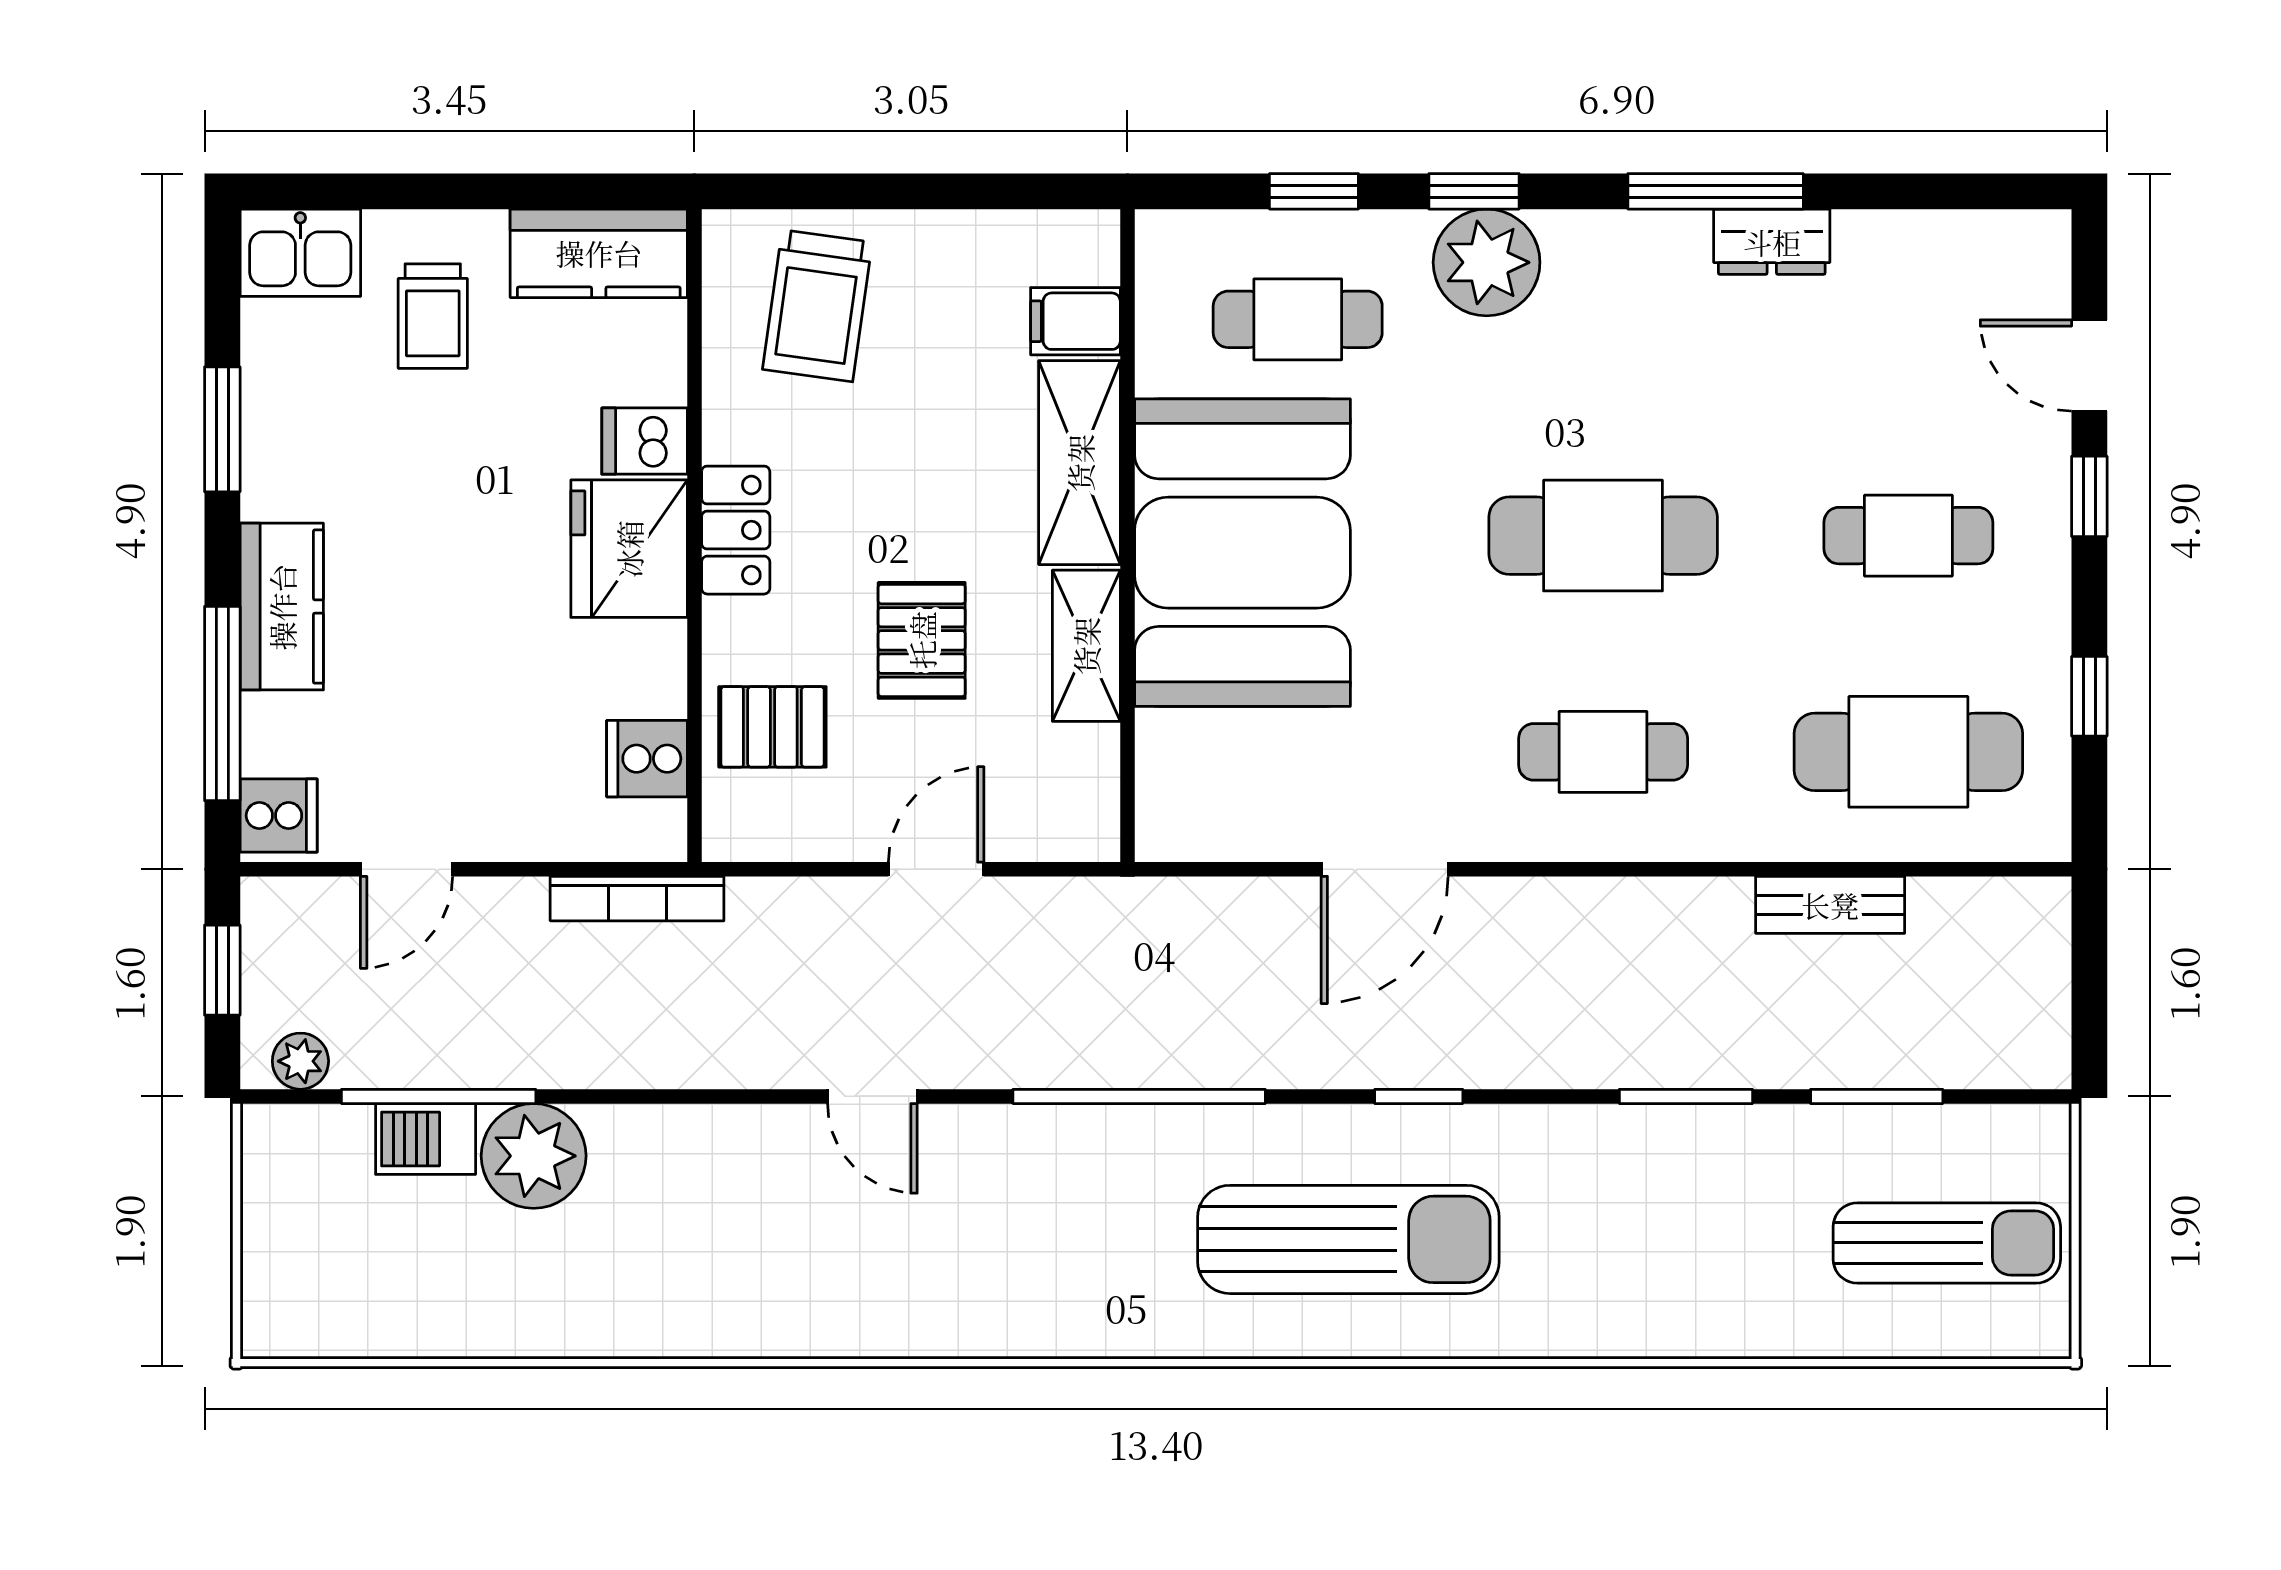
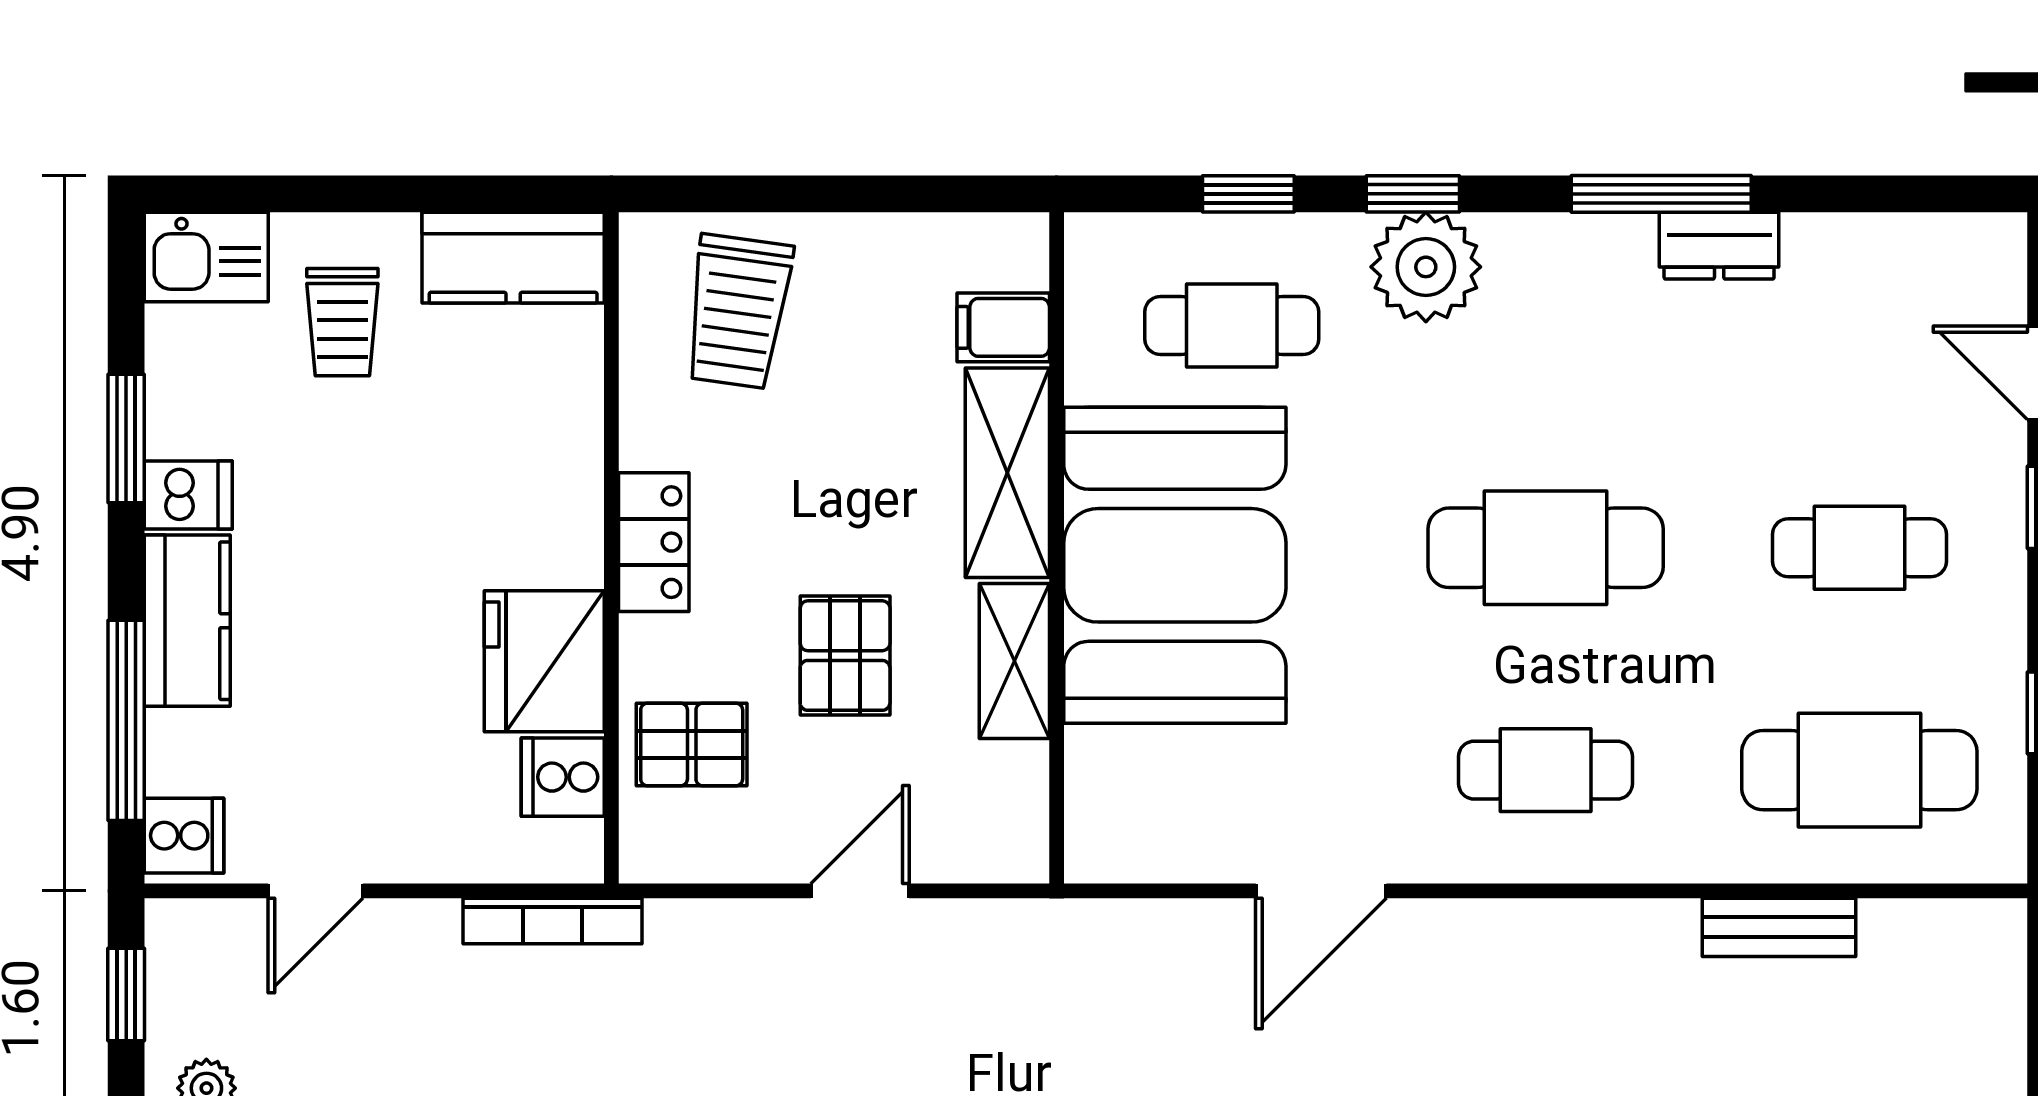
dishwasher: (645, 441) -> (188, 495), moved, turned 180
fridge: (629, 549) -> (544, 661), moved

